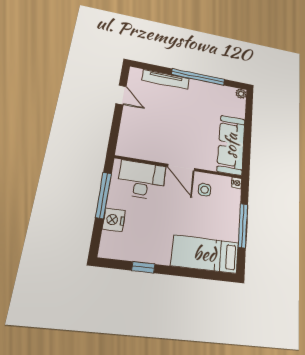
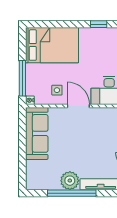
plant: (241, 94) -> (70, 181), moved, width x1.88, depth x1.88
window: (243, 226) -> (22, 78), moved
bed: (205, 254) -> (52, 45), width x1.50

